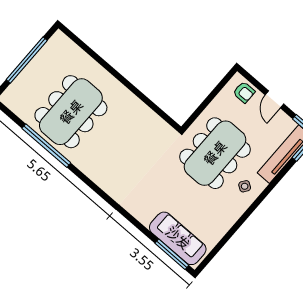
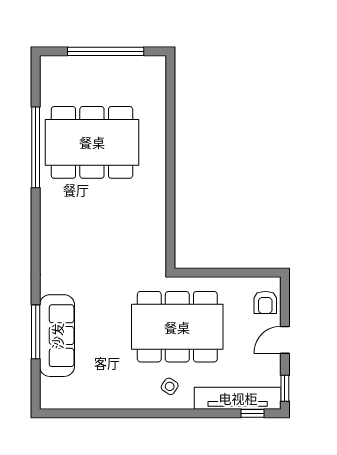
sofa: (178, 238) -> (57, 336), moved
window: (172, 254) -> (36, 332), moved

